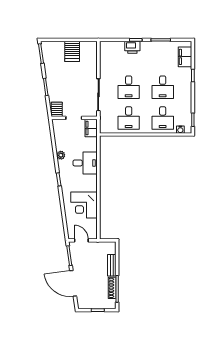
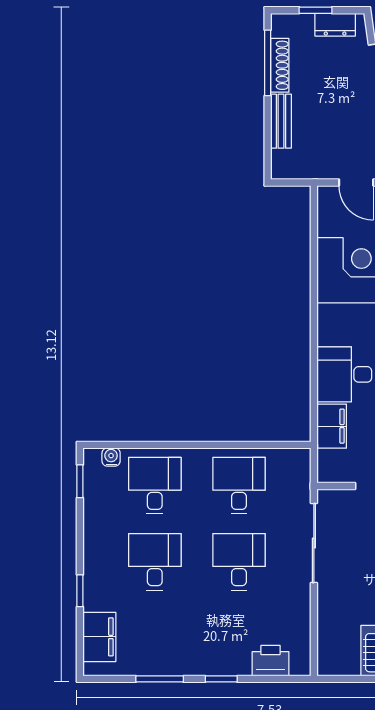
printer: (132, 47) -> (270, 661), moved
filing cabinet: (91, 128) -> (332, 426), moved
dresser: (90, 304) -> (335, 25), added

